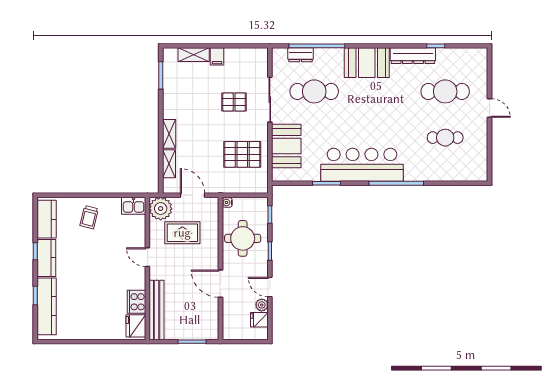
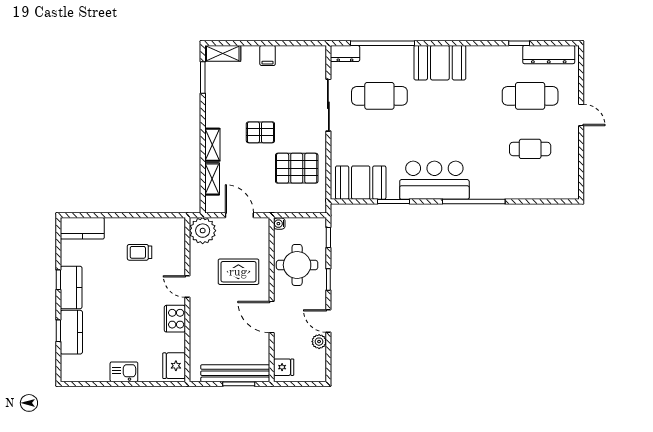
shelving: (194, 55) -> (223, 53), moved
dresser: (301, 55) -> (345, 54), moved
dresser: (413, 56) -> (549, 55), moved
pallet: (234, 102) -> (260, 132), moved
booth: (286, 146) -> (361, 183), moved, turned 90
bar counter: (362, 165) -> (434, 180), width x0.73
kitchen sink: (134, 206) -> (124, 372), moved, turned 180
trolley: (89, 217) -> (140, 252), moved, turned 76
kitchen counter: (47, 219) -> (82, 228), moved, turned 90
rug: (182, 233) -> (238, 272), moved
cooker: (136, 302) -> (175, 319), moved
kitchen counter: (47, 306) -> (71, 332), width x0.67
bench: (157, 310) -> (235, 373), moved, turned 90
fridge: (259, 320) -> (284, 367), moved, turned 180

